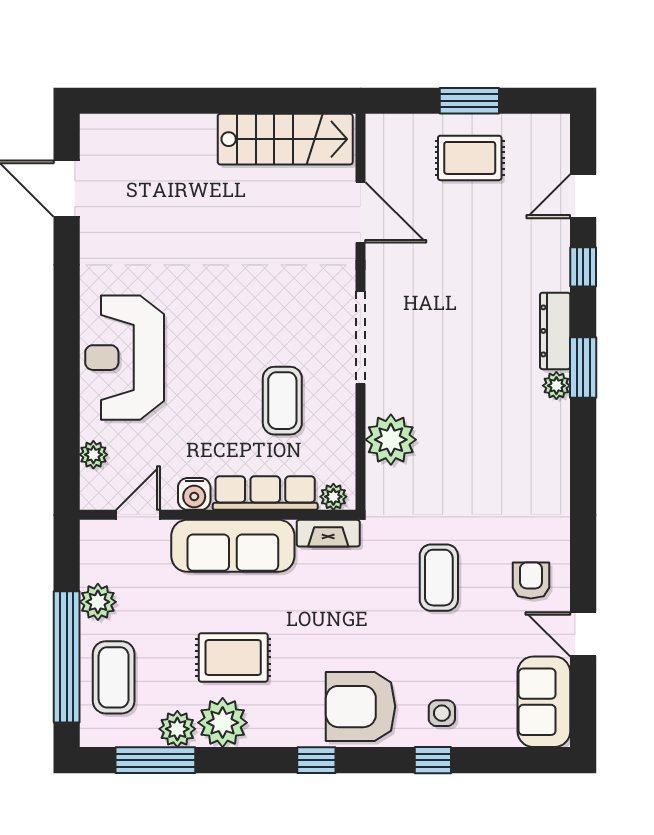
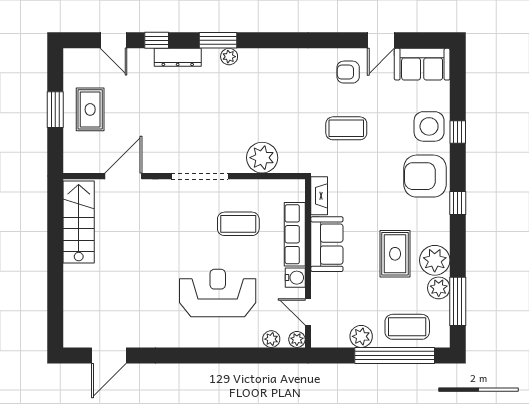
dresser: (555, 331) -> (178, 57), moved
reception desk: (125, 358) -> (218, 293), moved, turned 180
plant: (333, 497) -> (297, 339), moved
sofa: (233, 546) -> (327, 244), width x0.73
armchair: (360, 707) -> (425, 176), turned 90
side table: (442, 713) -> (429, 126), width x1.87, depth x1.87

